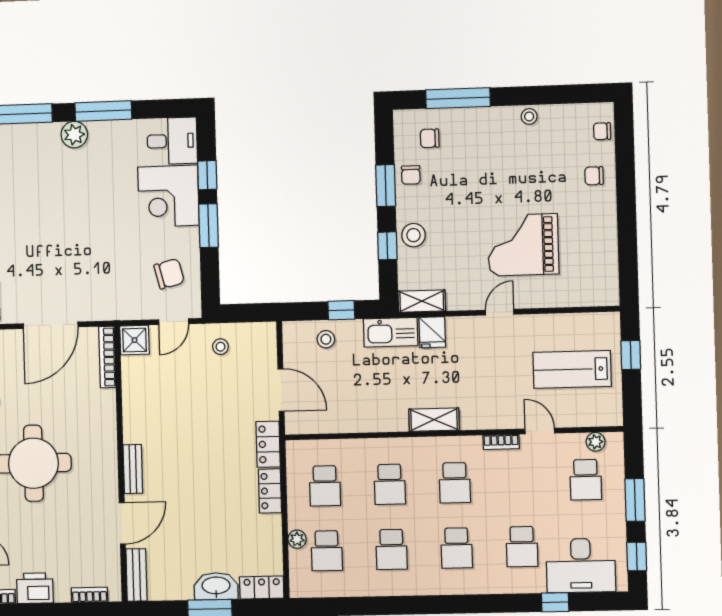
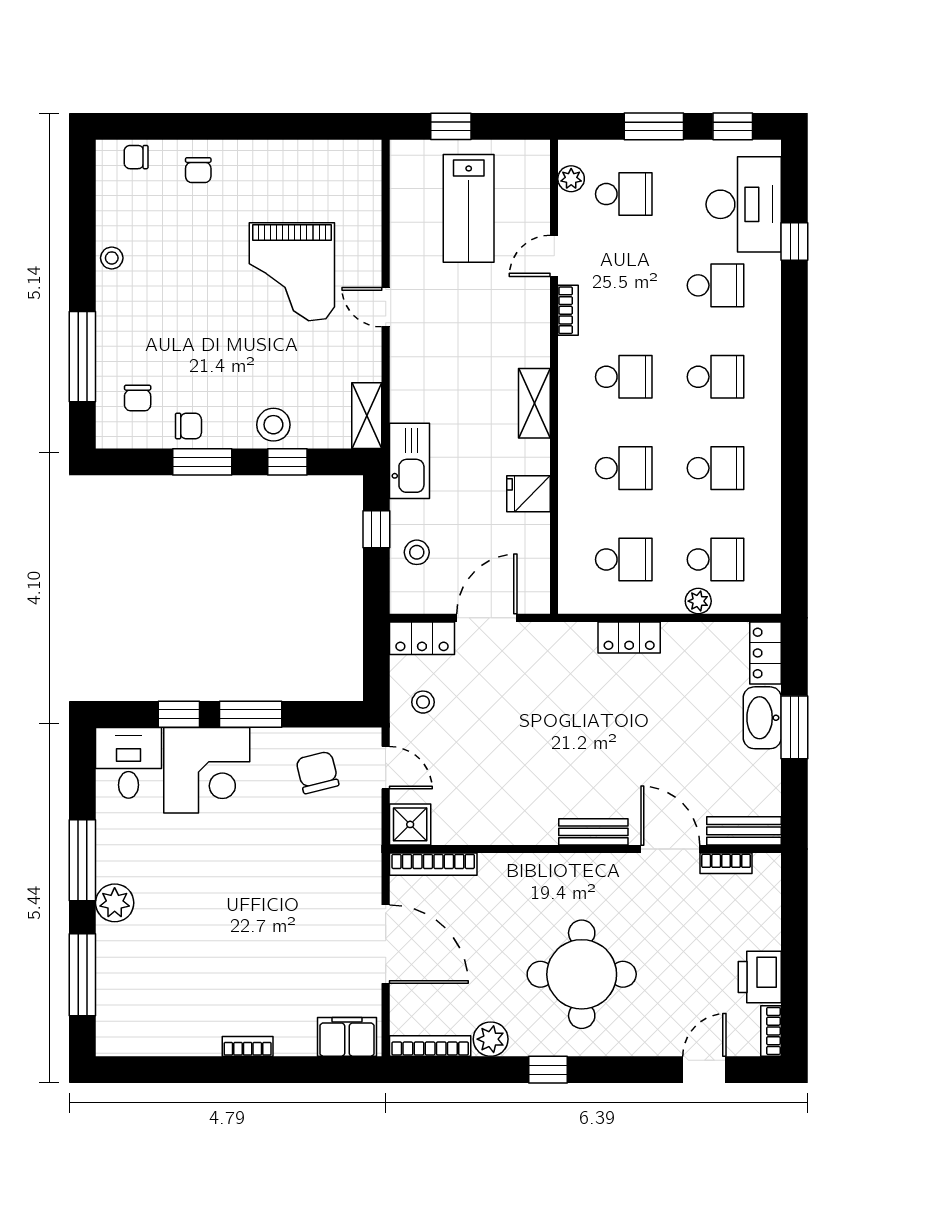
chair: (602, 131) -> (136, 157), turned 90
fridge: (432, 332) -> (528, 494), moved, turned 180
locker: (268, 444) -> (422, 638), moved
bookcase: (90, 595) -> (726, 863), moved, turned -90

